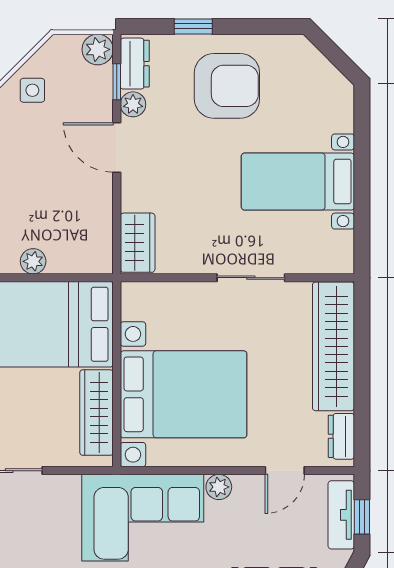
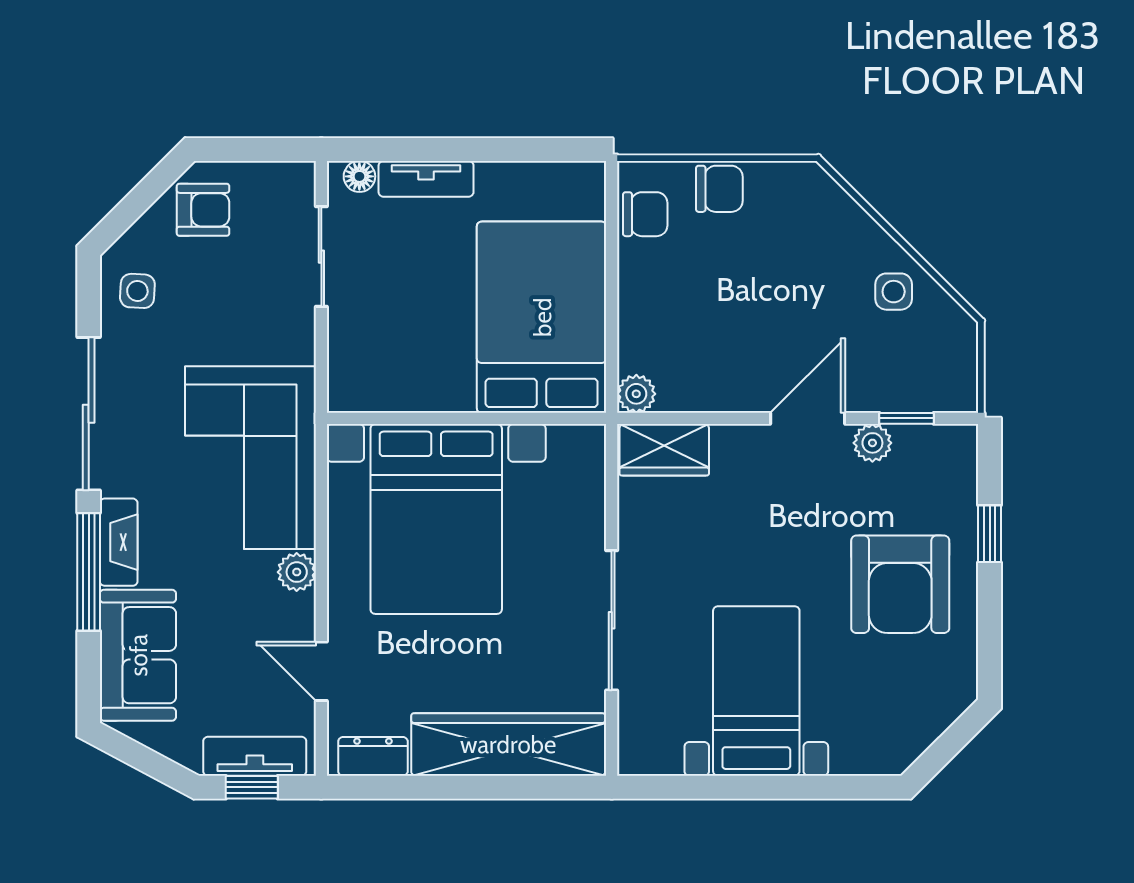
plant: (98, 49) -> (955, 390), removed
dresser: (135, 64) -> (934, 446), removed
plant: (33, 261) -> (636, 394), moved
sliding door: (251, 278) -> (612, 620), width x1.37
wardrobe: (96, 413) -> (409, 388), removed

